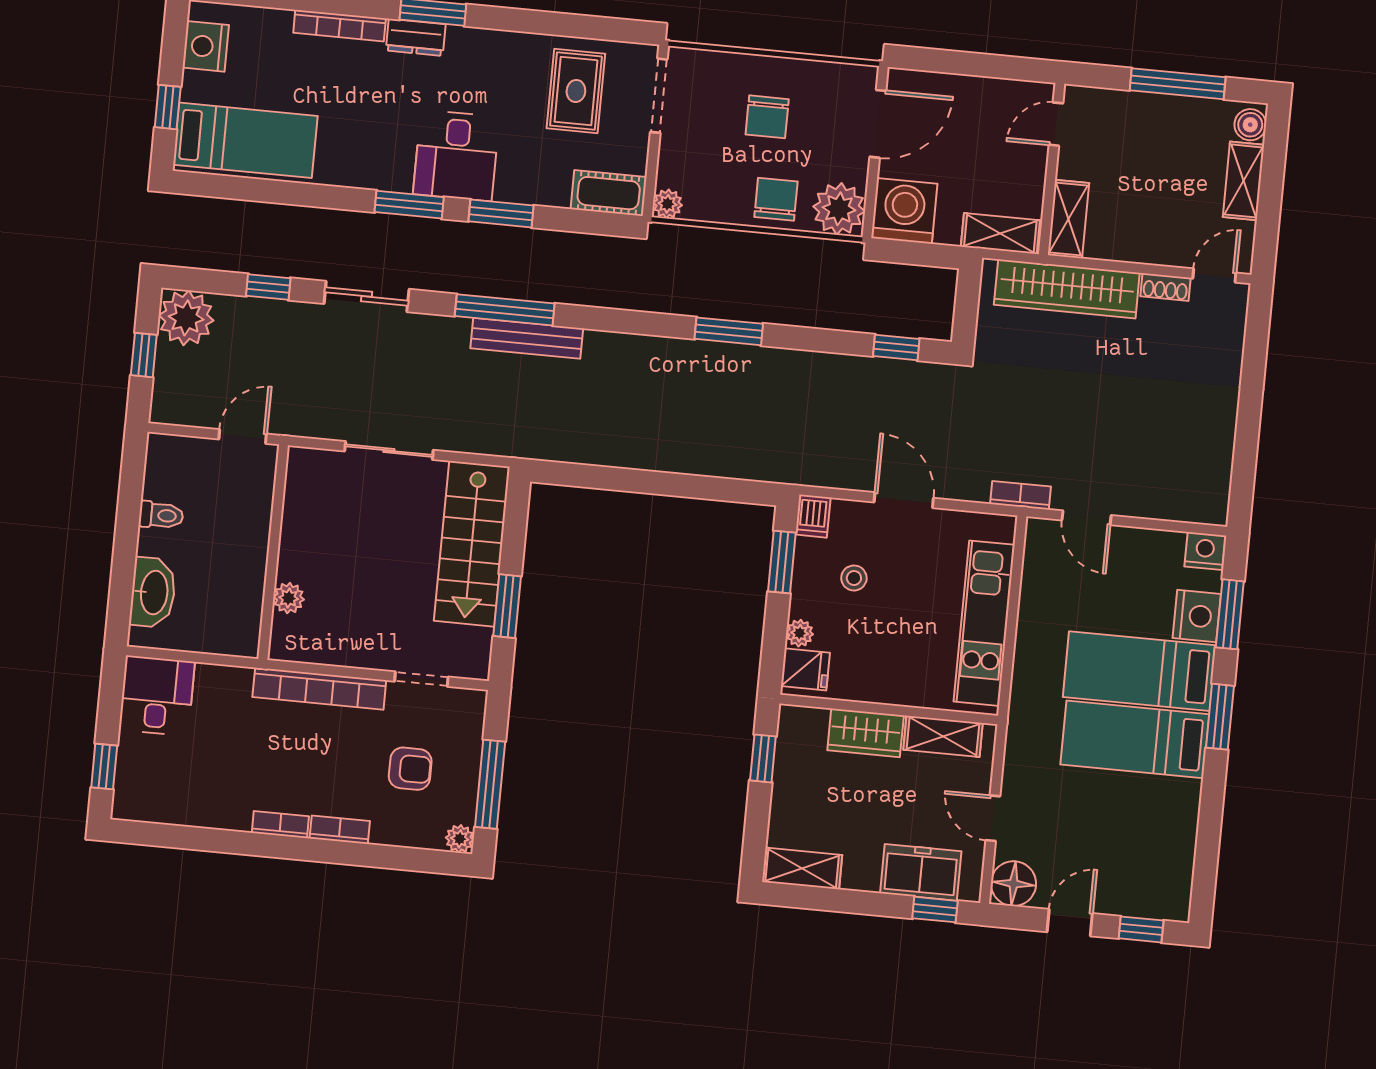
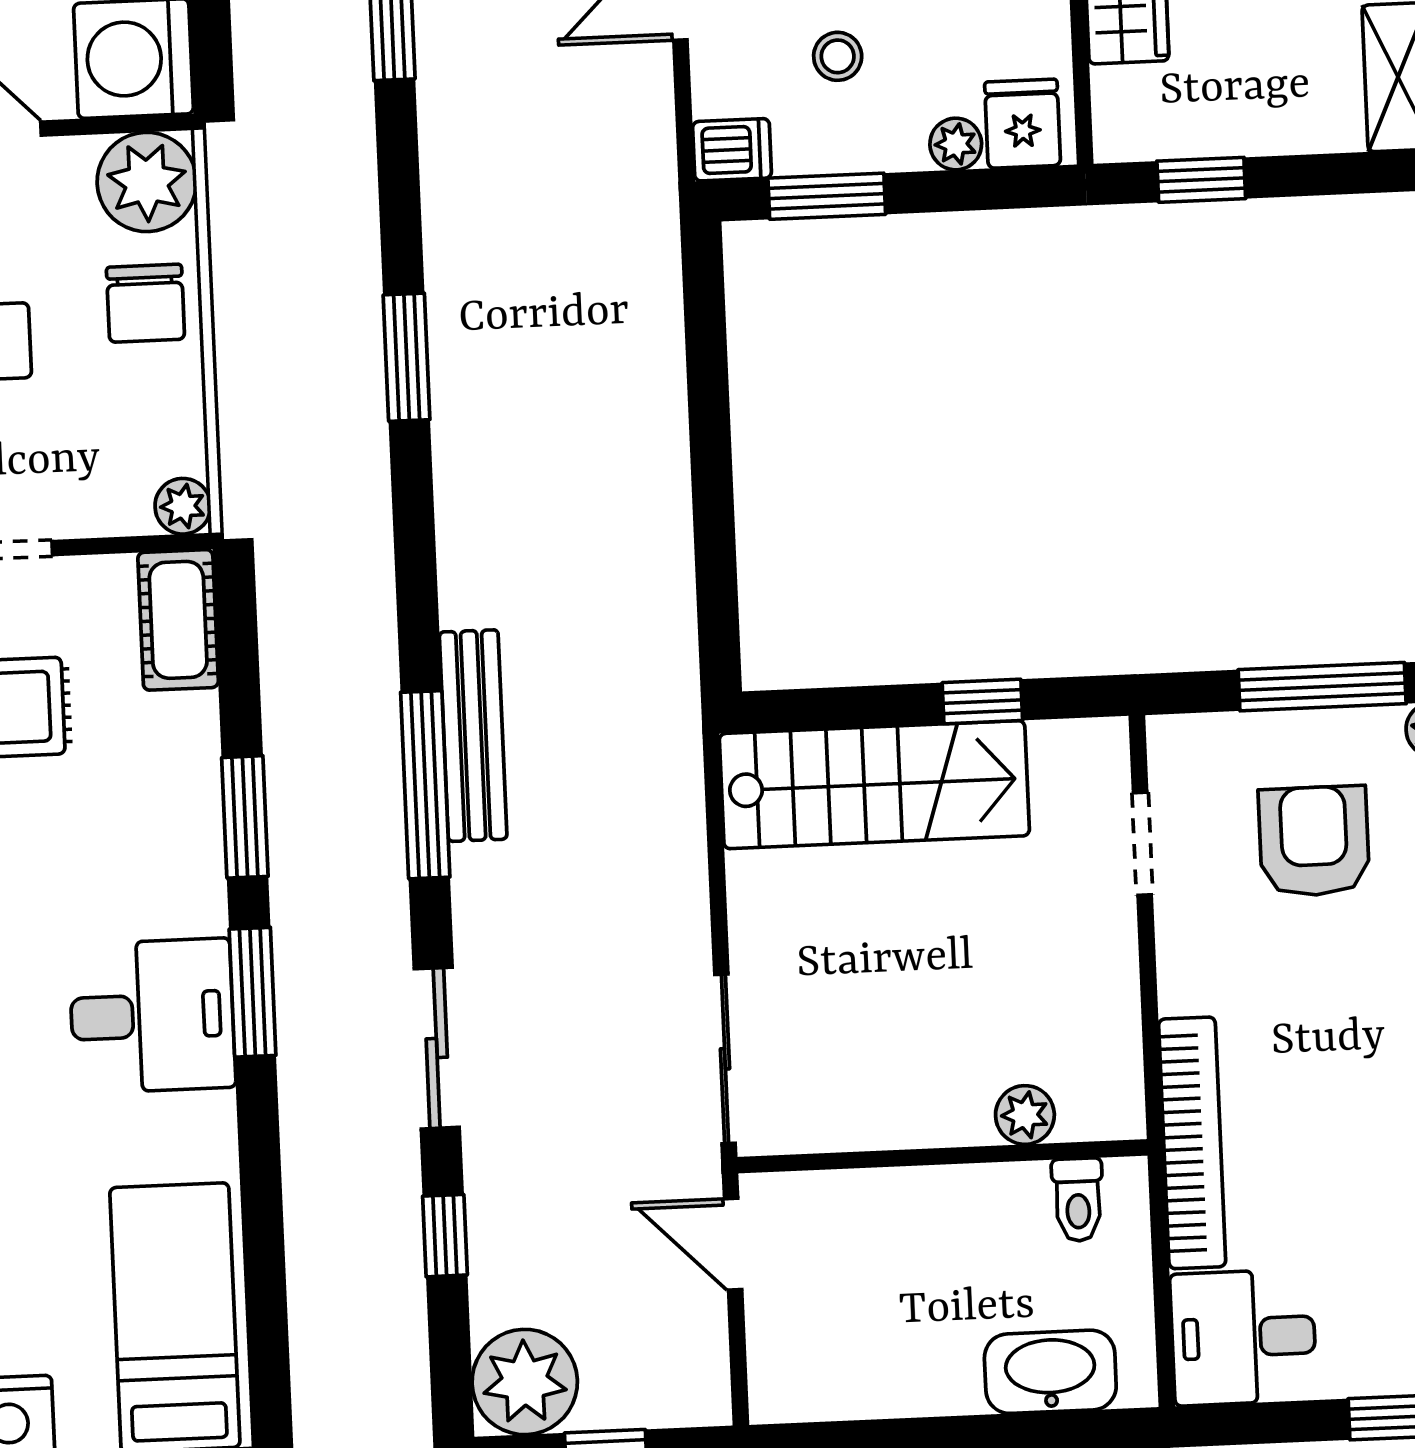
desk: (456, 156) -> (152, 1016), moved
chair: (776, 199) -> (145, 303), turned -90
sliding door: (389, 451) -> (725, 1059), moved
toilet: (161, 515) -> (1078, 1200), moved, turned 180
window: (507, 606) -> (982, 702), width x0.67
bookcase: (319, 689) -> (1192, 1143), moved
armchair: (410, 769) -> (1314, 841), width x1.38, depth x1.38

